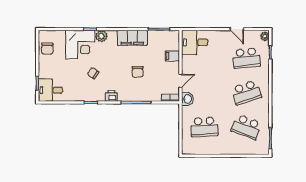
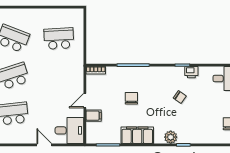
door: (237, 29) -> (44, 145), moved
corner desk: (80, 45) -> (194, 128), removed
door: (180, 81) -> (85, 101), moved
printer: (111, 96) -> (191, 72), moved
washbasin: (187, 99) -> (77, 69), removed

